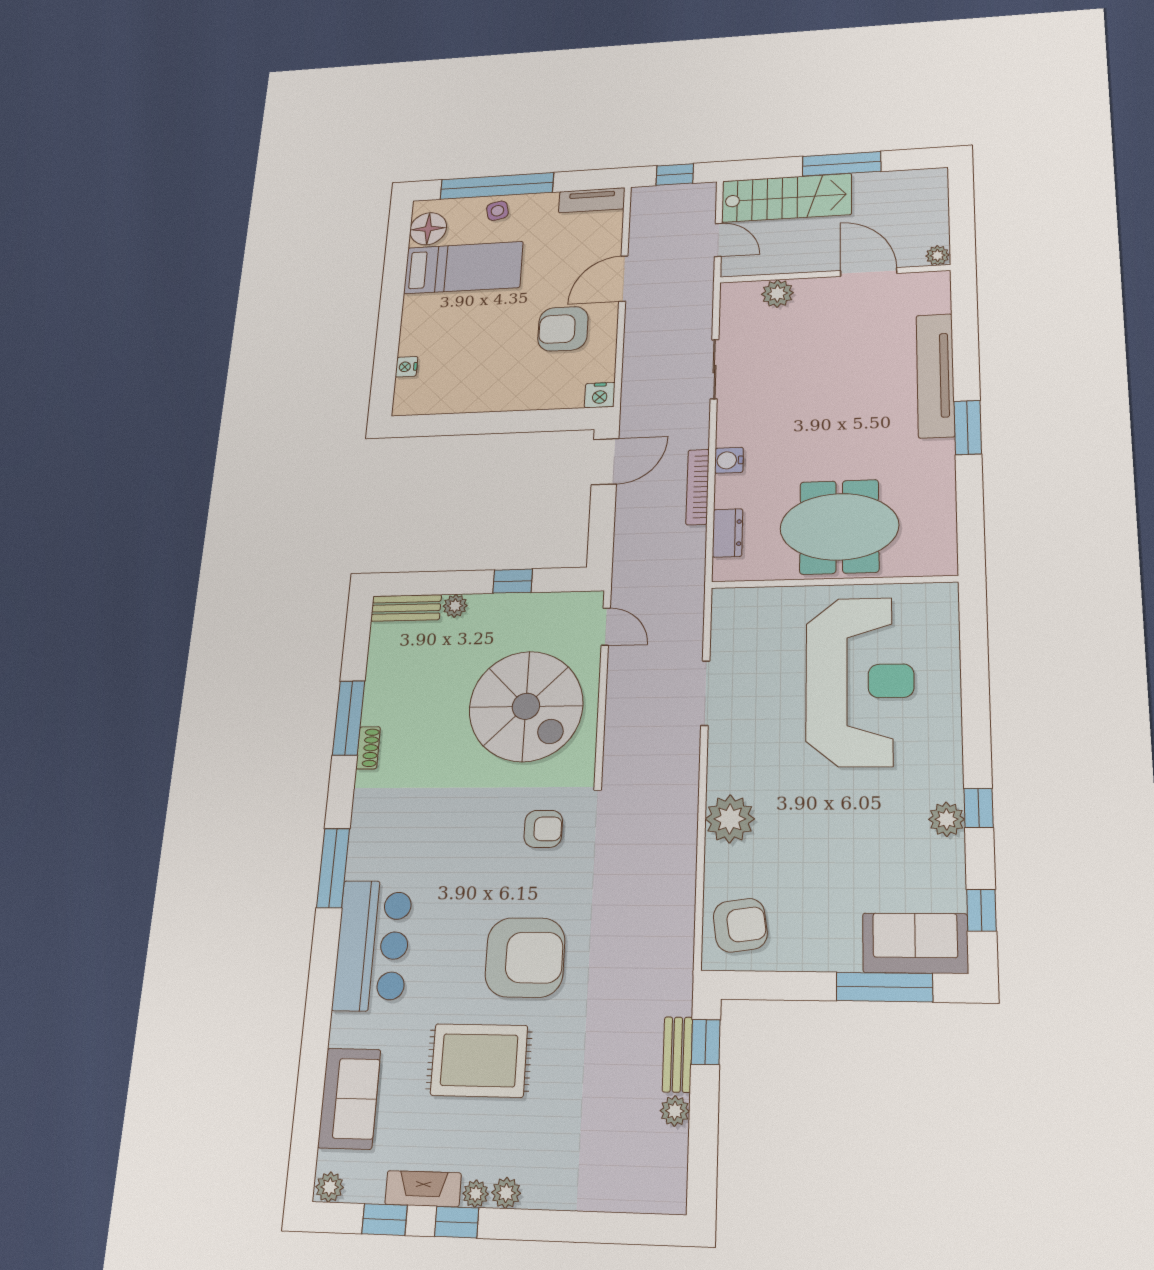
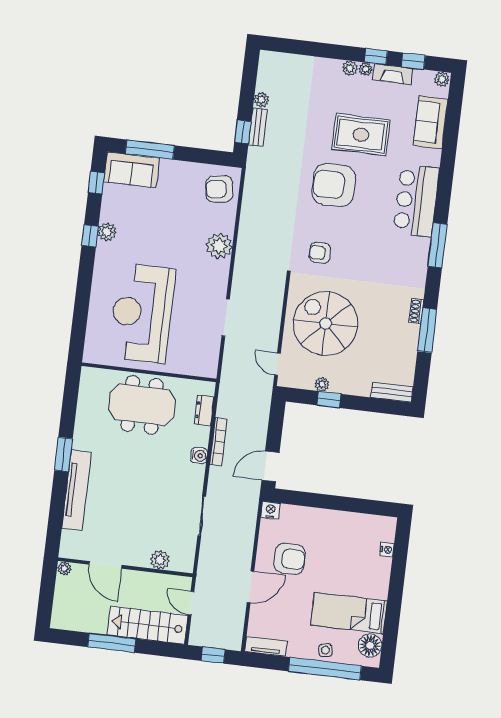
plant: (455, 606) -> (322, 384), moved

